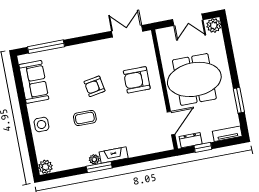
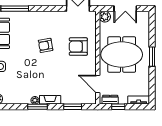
plant: (214, 26) -> (105, 17), moved
window: (239, 100) -> (152, 57), moved
coffee table: (85, 118) -> (34, 68), removed
door: (171, 123) -> (98, 84), swing flipped
window: (144, 159) -> (73, 107), added

